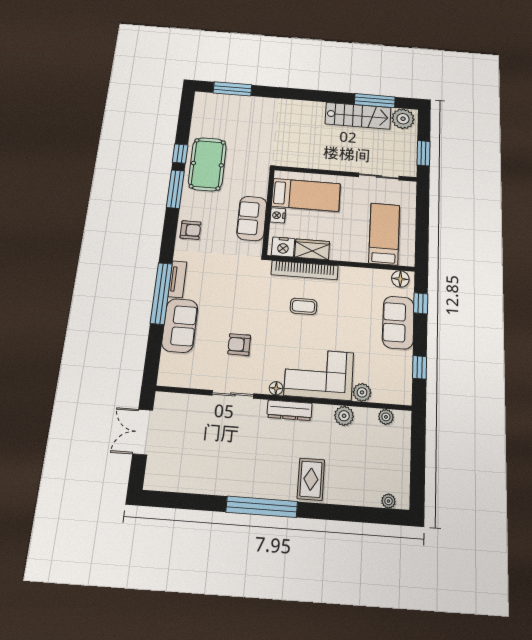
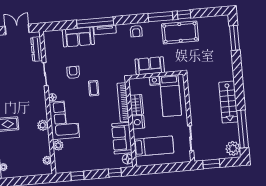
window: (375, 101) -> (243, 129), width x1.46
stairs: (358, 116) -> (228, 102), moved
nightstand: (283, 247) -> (138, 122), moved
coffee table: (303, 306) -> (94, 88), moved
sofa: (398, 323) -> (122, 138), moved, turned -90
dresser: (290, 410) -> (37, 49), moved
plant: (344, 416) -> (43, 125), moved

